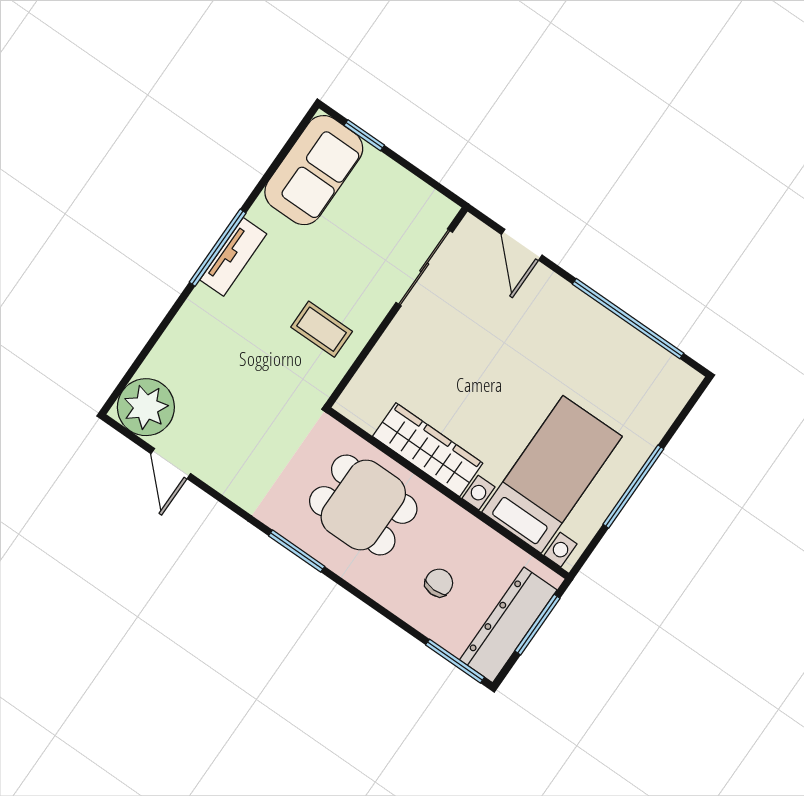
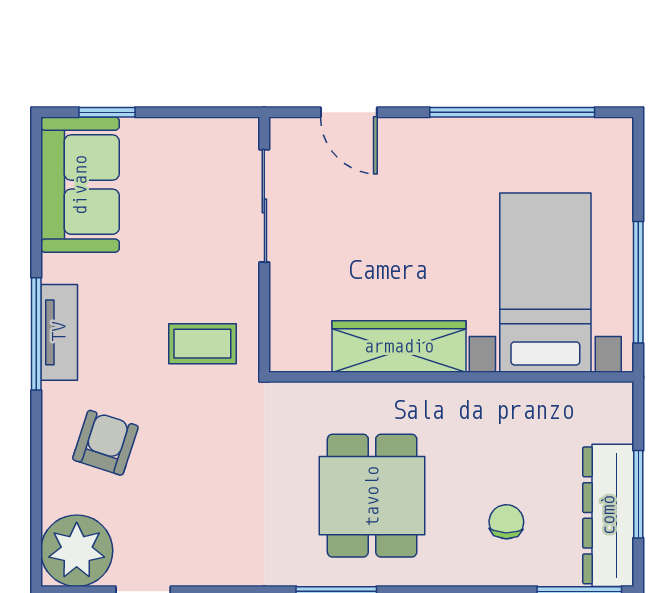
armchair: (213, 350) -> (105, 443), added
wardrobe: (428, 450) -> (399, 346), moved
bed with nightstands: (552, 474) -> (545, 283), moved
wall: (448, 493) -> (451, 377), moved
dining table: (363, 505) -> (372, 496), turned 90

